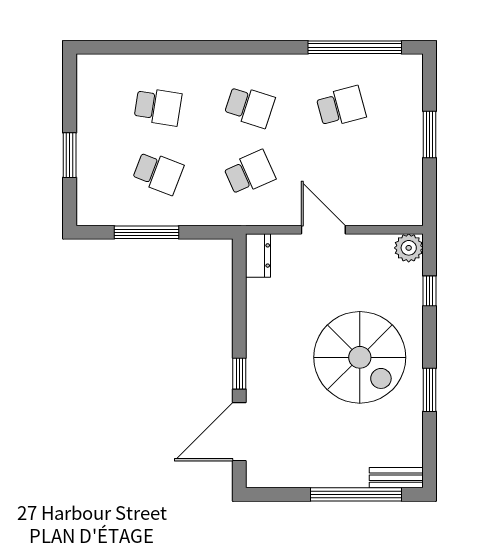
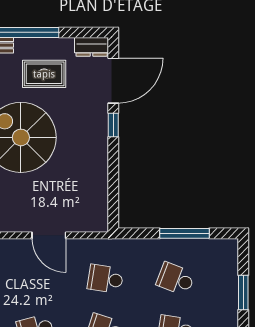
school desk: (250, 173) -> (105, 279), turned 33
dresser: (258, 255) -> (92, 47), moved, turned -90
rug: (330, 440) -> (44, 74), added

